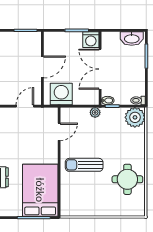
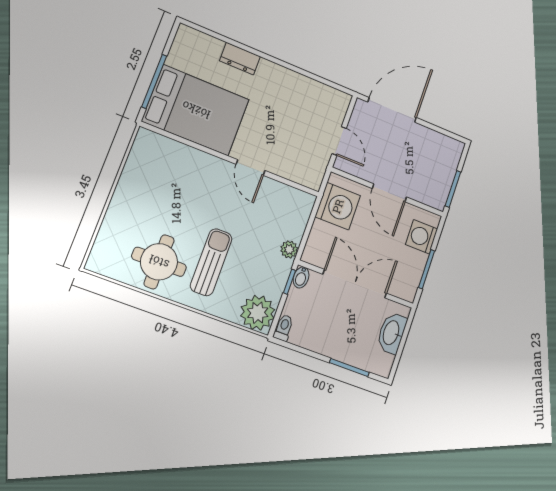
washbasin: (132, 39) -> (392, 333), moved
washing machine: (91, 40) -> (422, 237), moved
door: (59, 132) -> (251, 167), moved
sun lounger: (84, 165) -> (211, 262), moved

